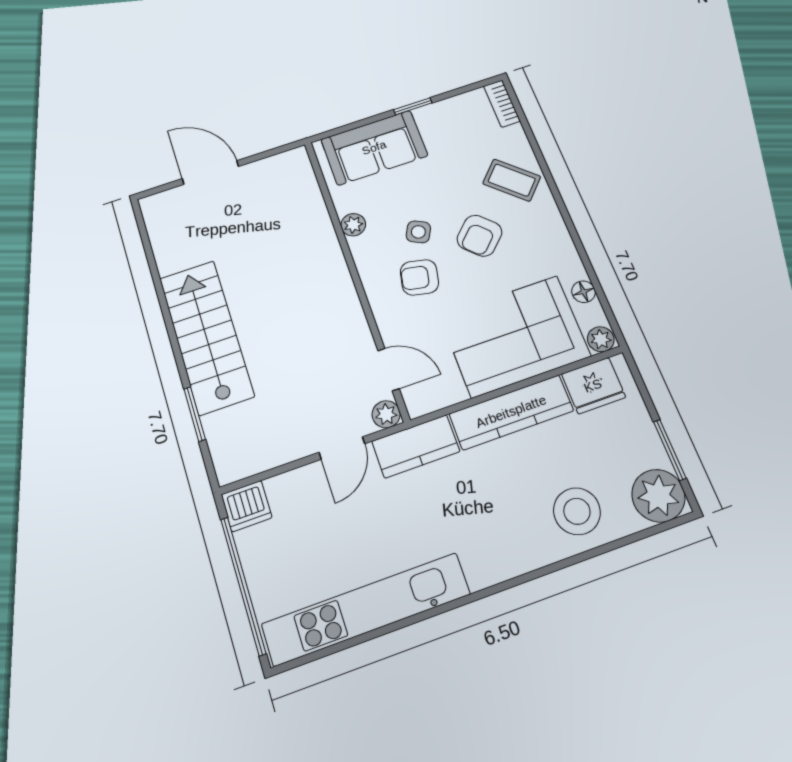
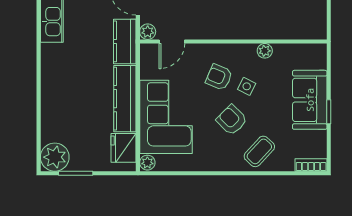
sofa: (374, 148) -> (310, 100), moved
armchair: (419, 277) -> (219, 77), turned -79
floor lamp: (584, 292) -> (178, 165), removed
stool: (577, 511) -> (62, 112), removed

